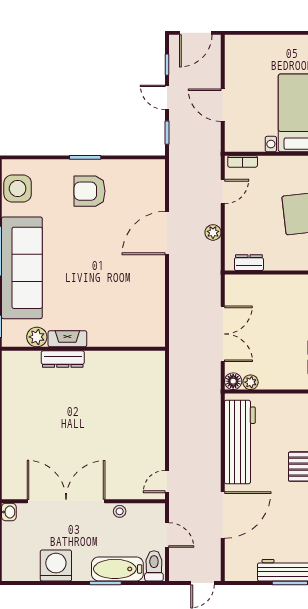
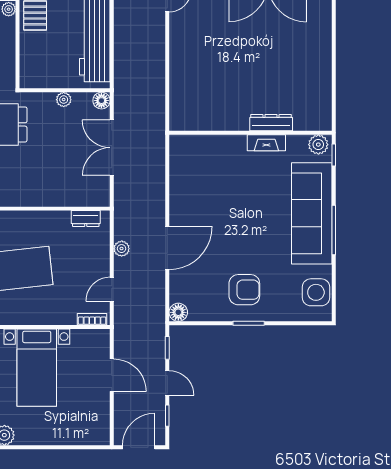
floor lamp: (156, 168) -> (178, 312), added
plant: (37, 337) -> (318, 145), moved
plant: (251, 382) -> (64, 100), moved

